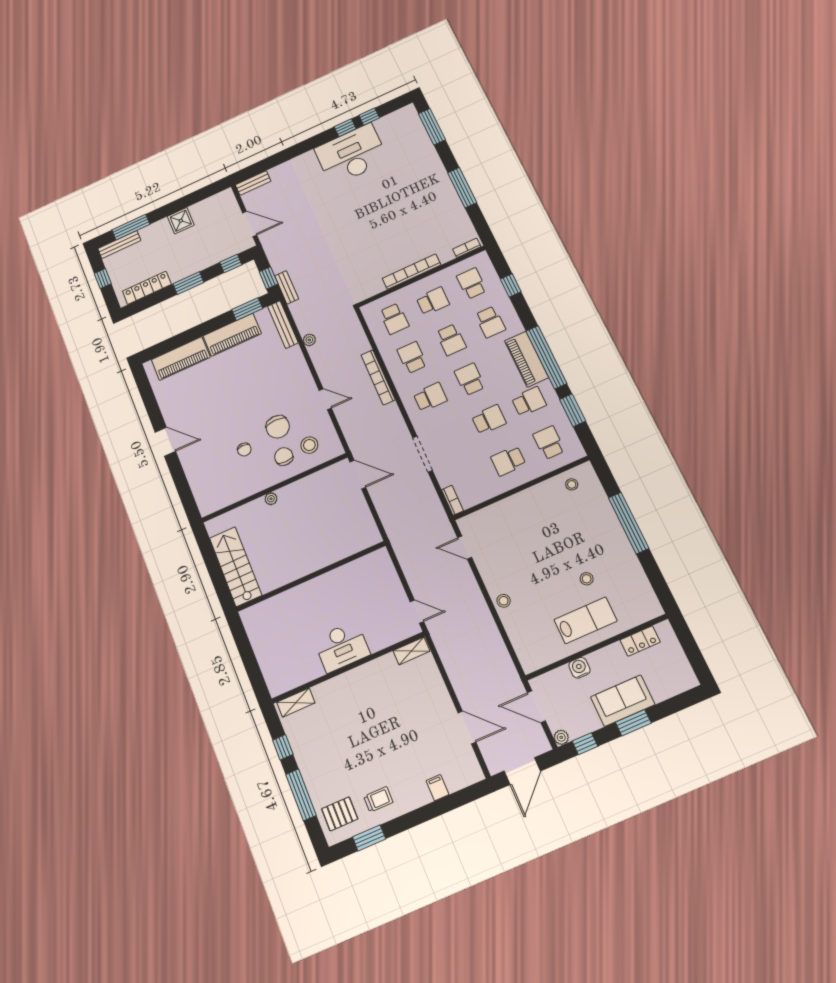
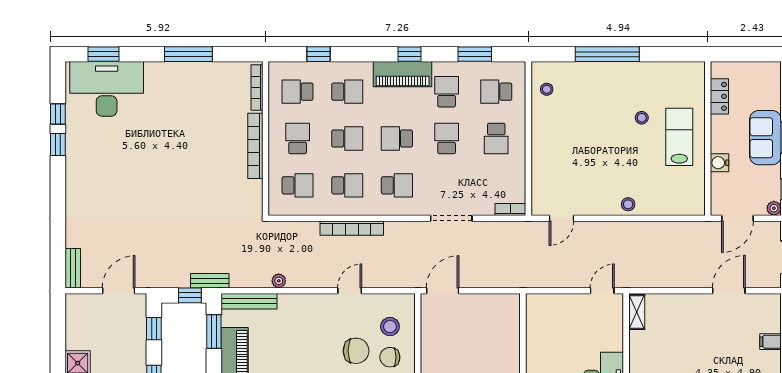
window: (432, 127) -> (104, 54), width x0.69
desk: (351, 155) -> (107, 89), moved, turned 90
bookcase: (467, 248) -> (257, 88), width x1.56
school desk: (412, 357) -> (347, 185), turned 180
window: (546, 357) -> (410, 54), width x0.32
school desk: (430, 397) -> (397, 185), turned 90

